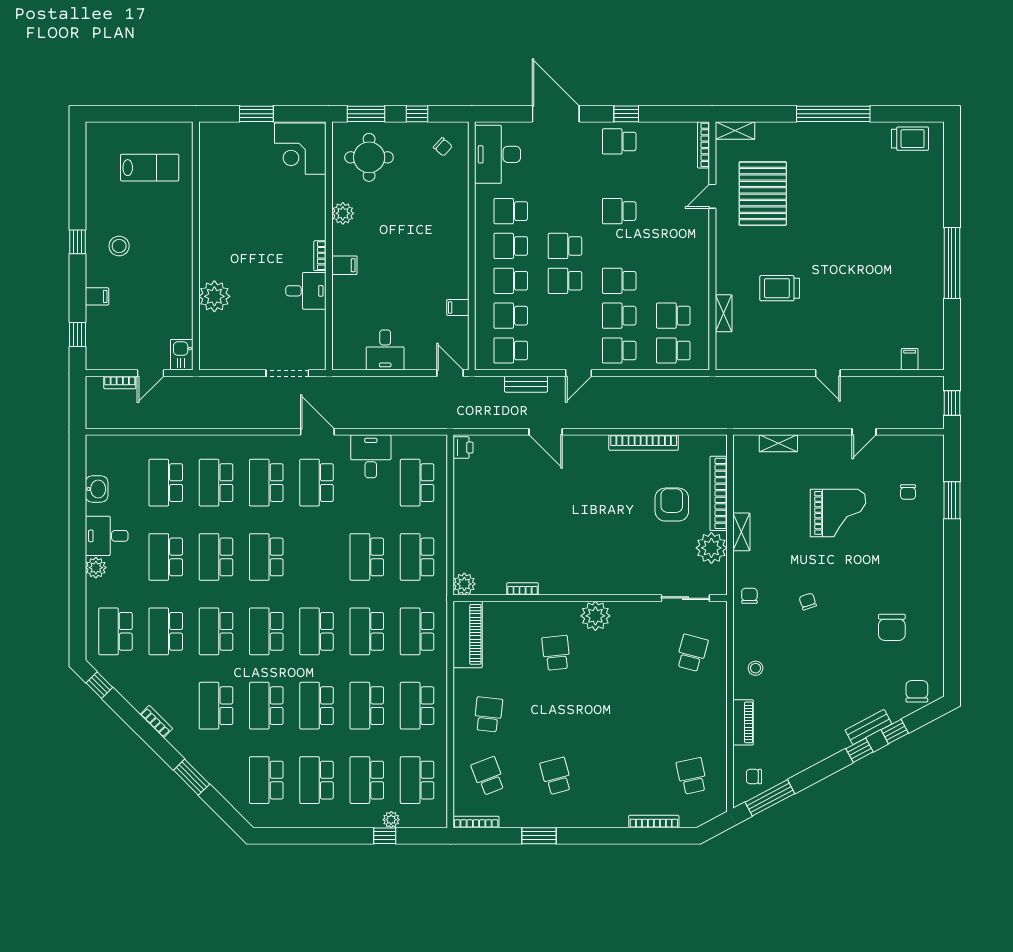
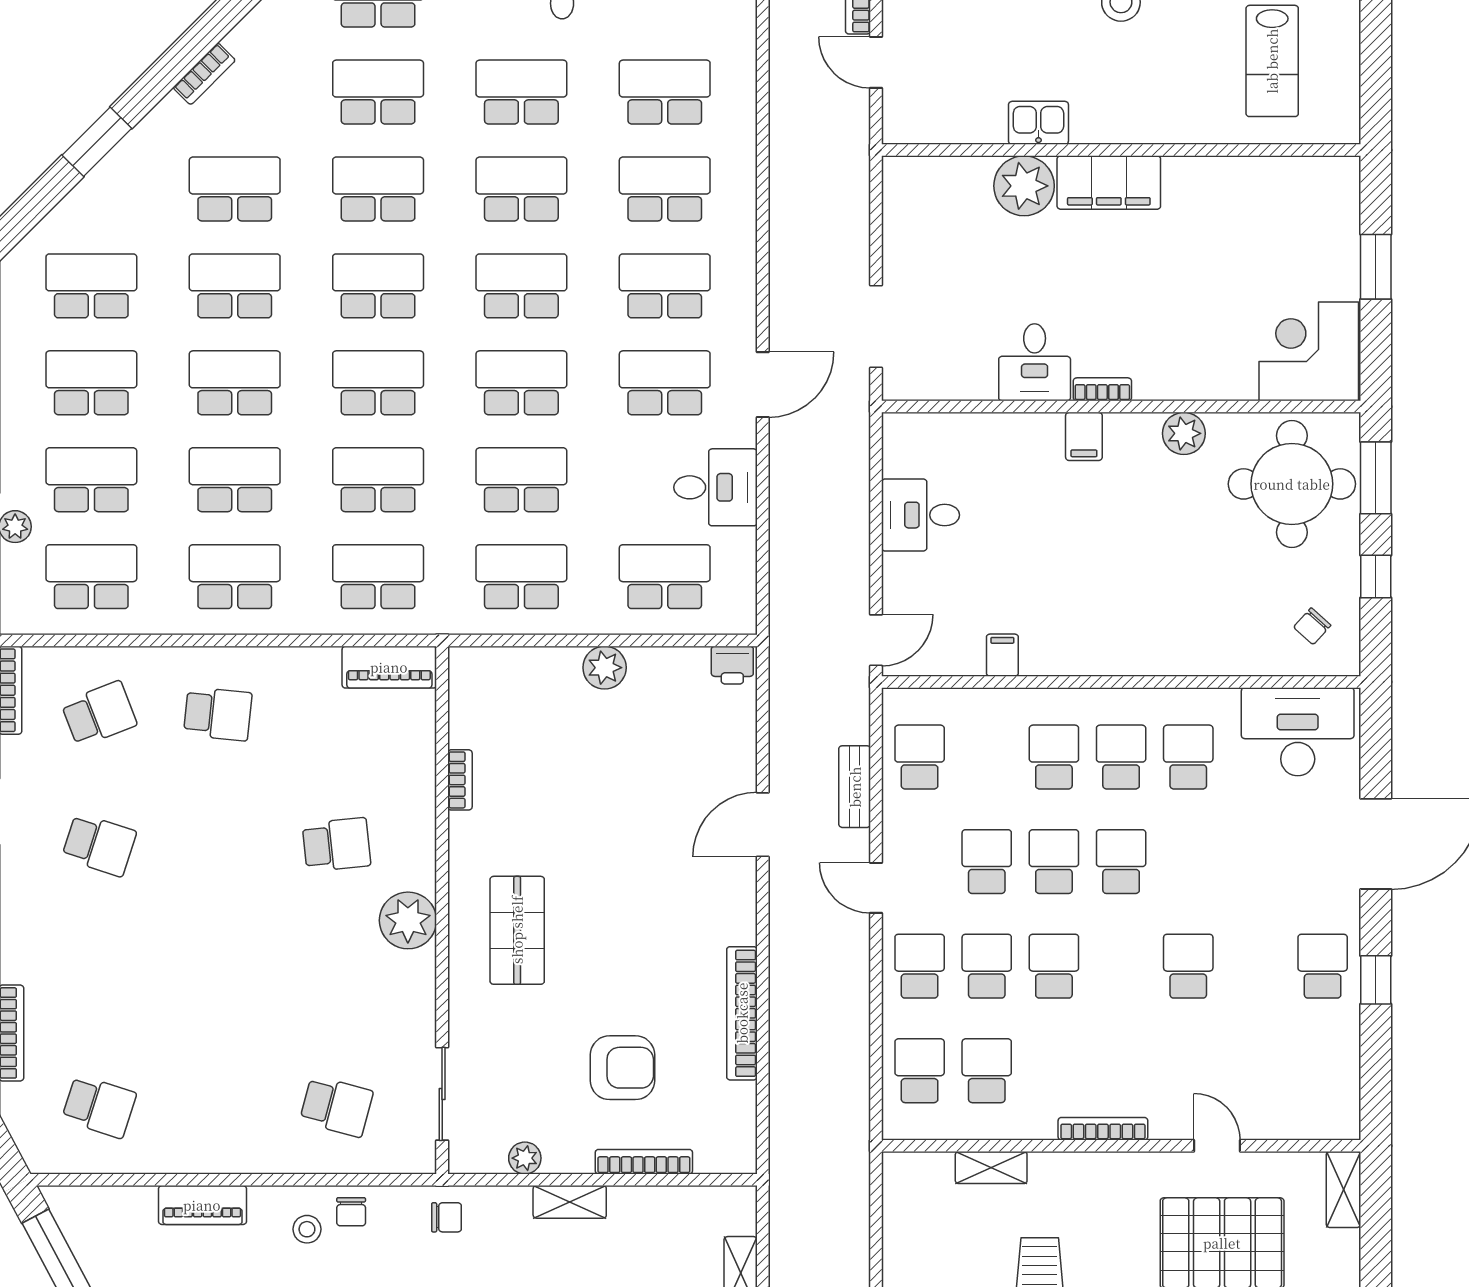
bookcase: (703, 145) -> (1103, 1129), moved
round table: (369, 157) -> (1292, 484), width x1.36, depth x1.36
filing cabinet: (213, 252) -> (1109, 183), added
school desk: (511, 316) -> (987, 862), moved
kitchen sink: (182, 355) -> (1038, 123), moved
bookcase: (719, 493) -> (644, 1162), width x0.68, depth x0.76
plant: (711, 548) -> (525, 1158), width x0.53, depth x0.53
school desk: (317, 557) -> (521, 383), added
shop shelf: (601, 559) -> (517, 930), added
plant: (464, 584) -> (605, 668), moved
piano: (468, 634) -> (389, 667), width x0.73, depth x0.75
school desk: (556, 776) -> (99, 845), turned 33
school desk: (692, 776) -> (99, 1106), turned 30
chair: (754, 777) -> (351, 1212), moved, turned 180

